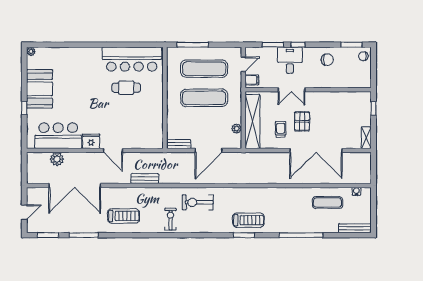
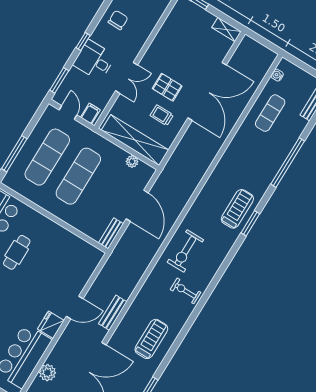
window: (273, 45) -> (59, 80), moved
bench: (145, 179) -> (113, 313), moved

